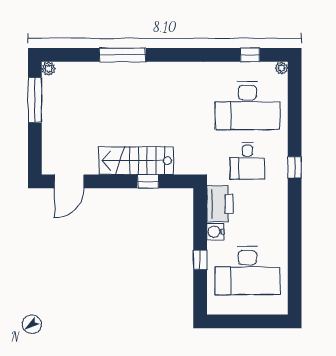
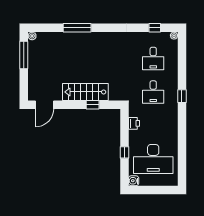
desk: (247, 106) -> (153, 59), width x0.53, depth x0.77
printer: (220, 204) -> (134, 123), width x0.53, depth x0.68
water cooler: (215, 232) -> (134, 181), moved

